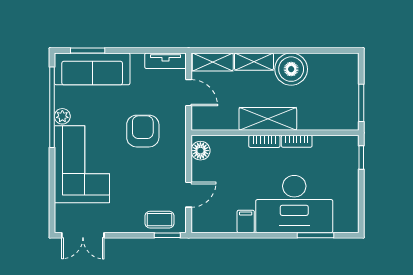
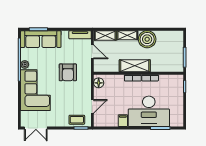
armchair: (143, 131) -> (68, 72), turned 180

